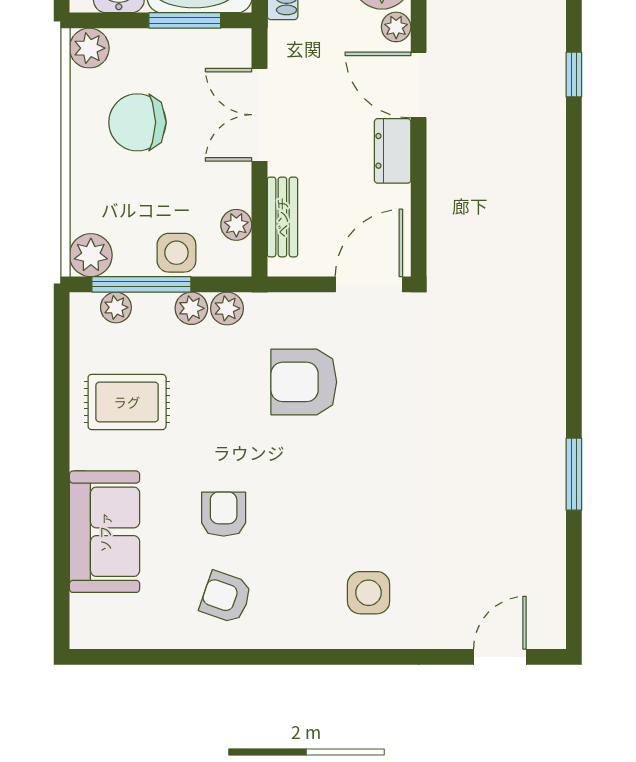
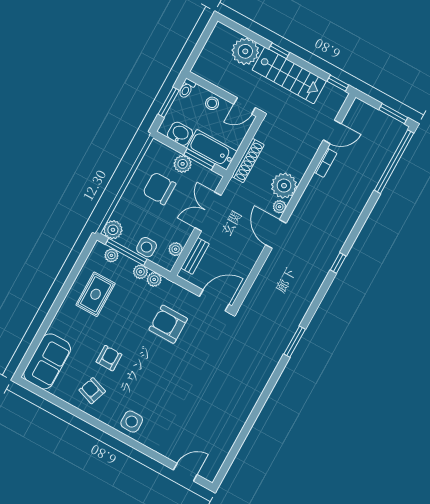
plant: (89, 48) -> (183, 164), moved
dresser: (393, 151) -> (252, 254), removed
rug: (127, 402) -> (96, 294), turned 90
window: (574, 474) -> (295, 342), moved
sofa: (105, 532) -> (47, 361), moved
side table: (369, 593) -> (132, 422), moved

